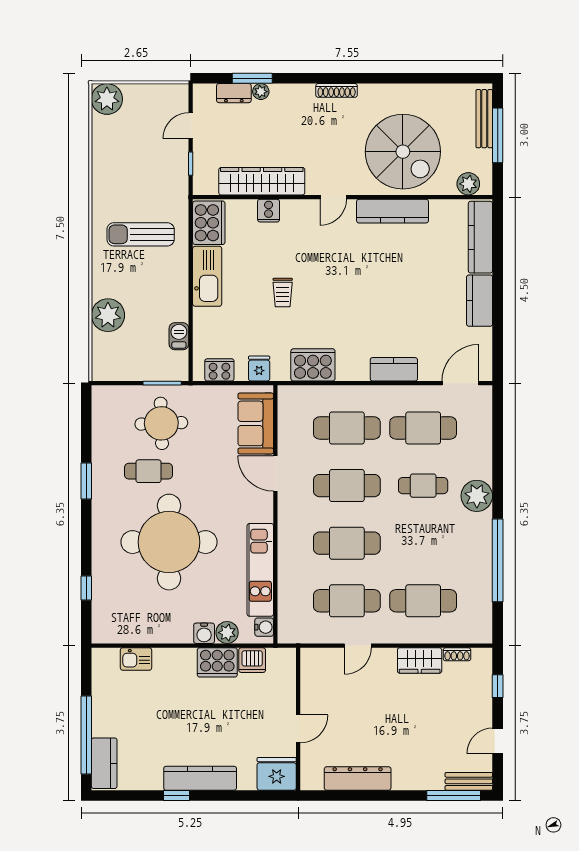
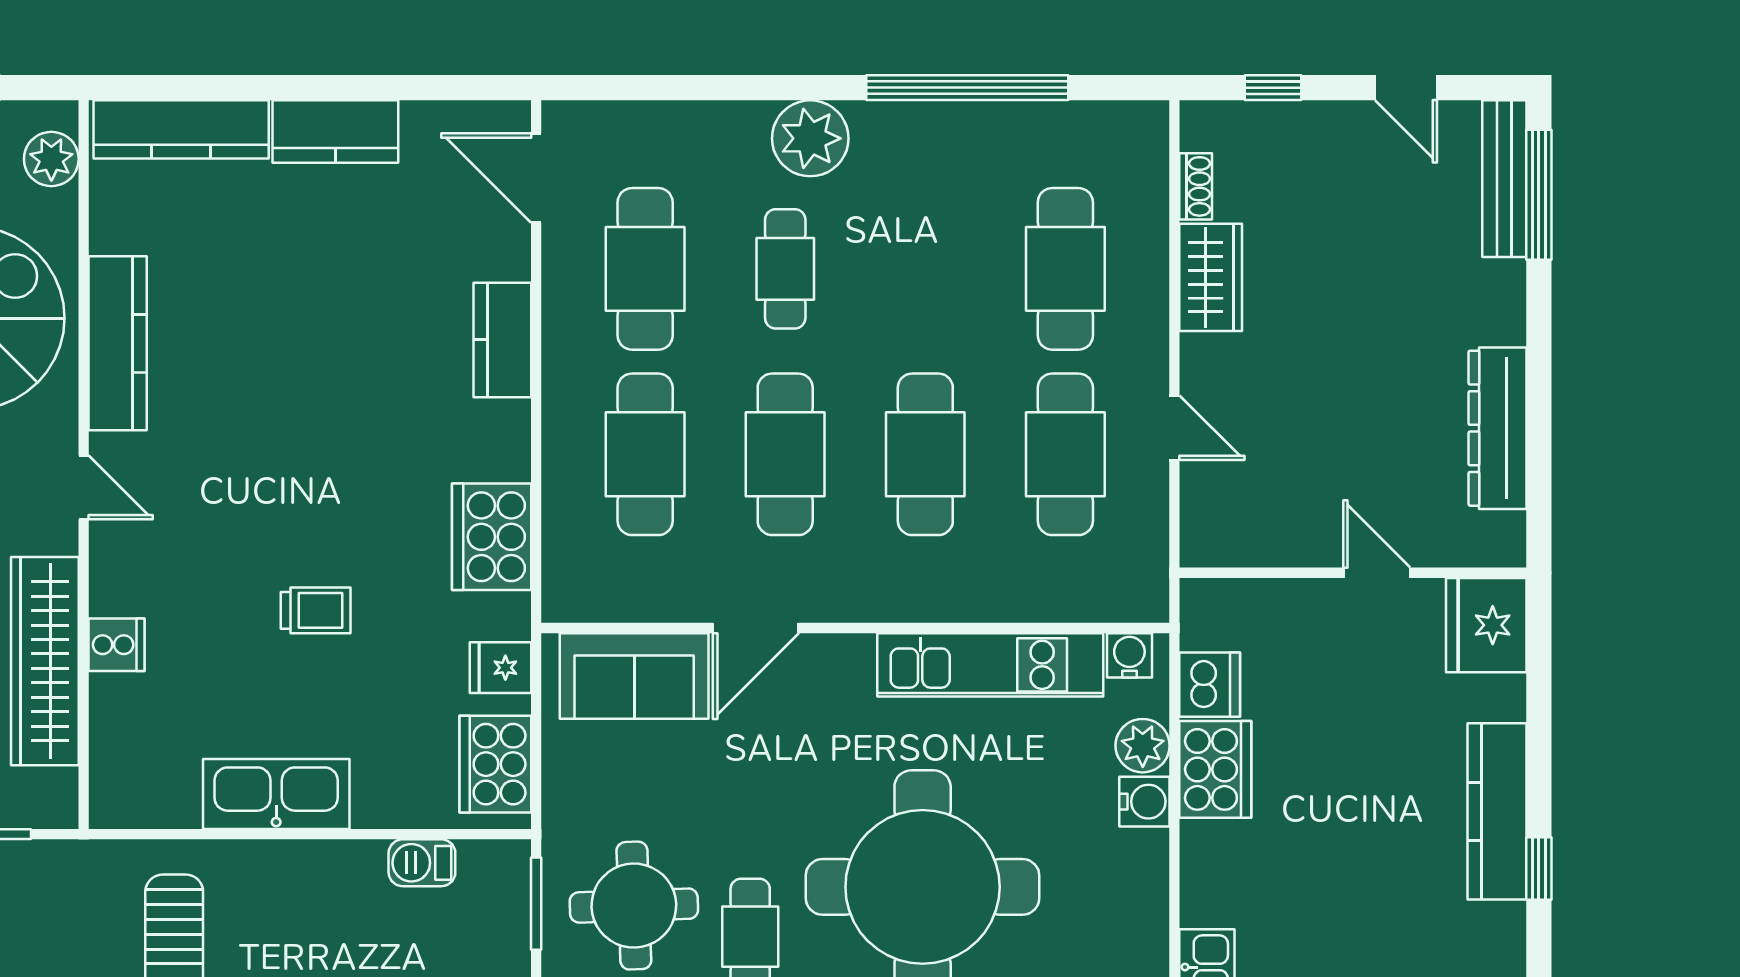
cooker: (209, 223) -> (146, 790), removed
cooker: (219, 370) -> (495, 764), width x1.37, depth x1.31
bench: (469, 781) -> (1504, 179), width x1.36

